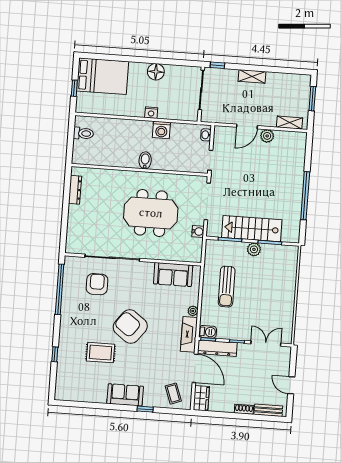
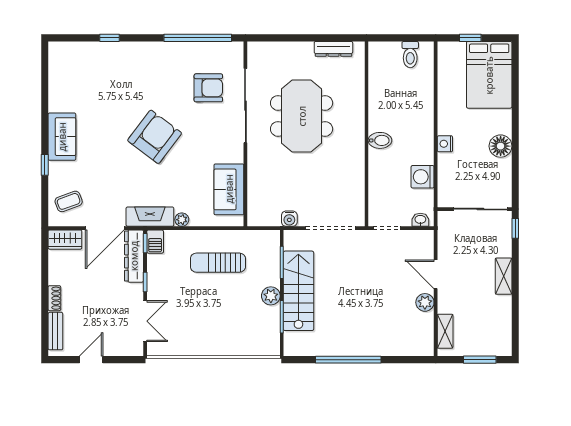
washing machine: (161, 130) -> (423, 177), moved
meeting table: (151, 213) -> (302, 116), moved
rug: (100, 353) -> (117, 99), removed

